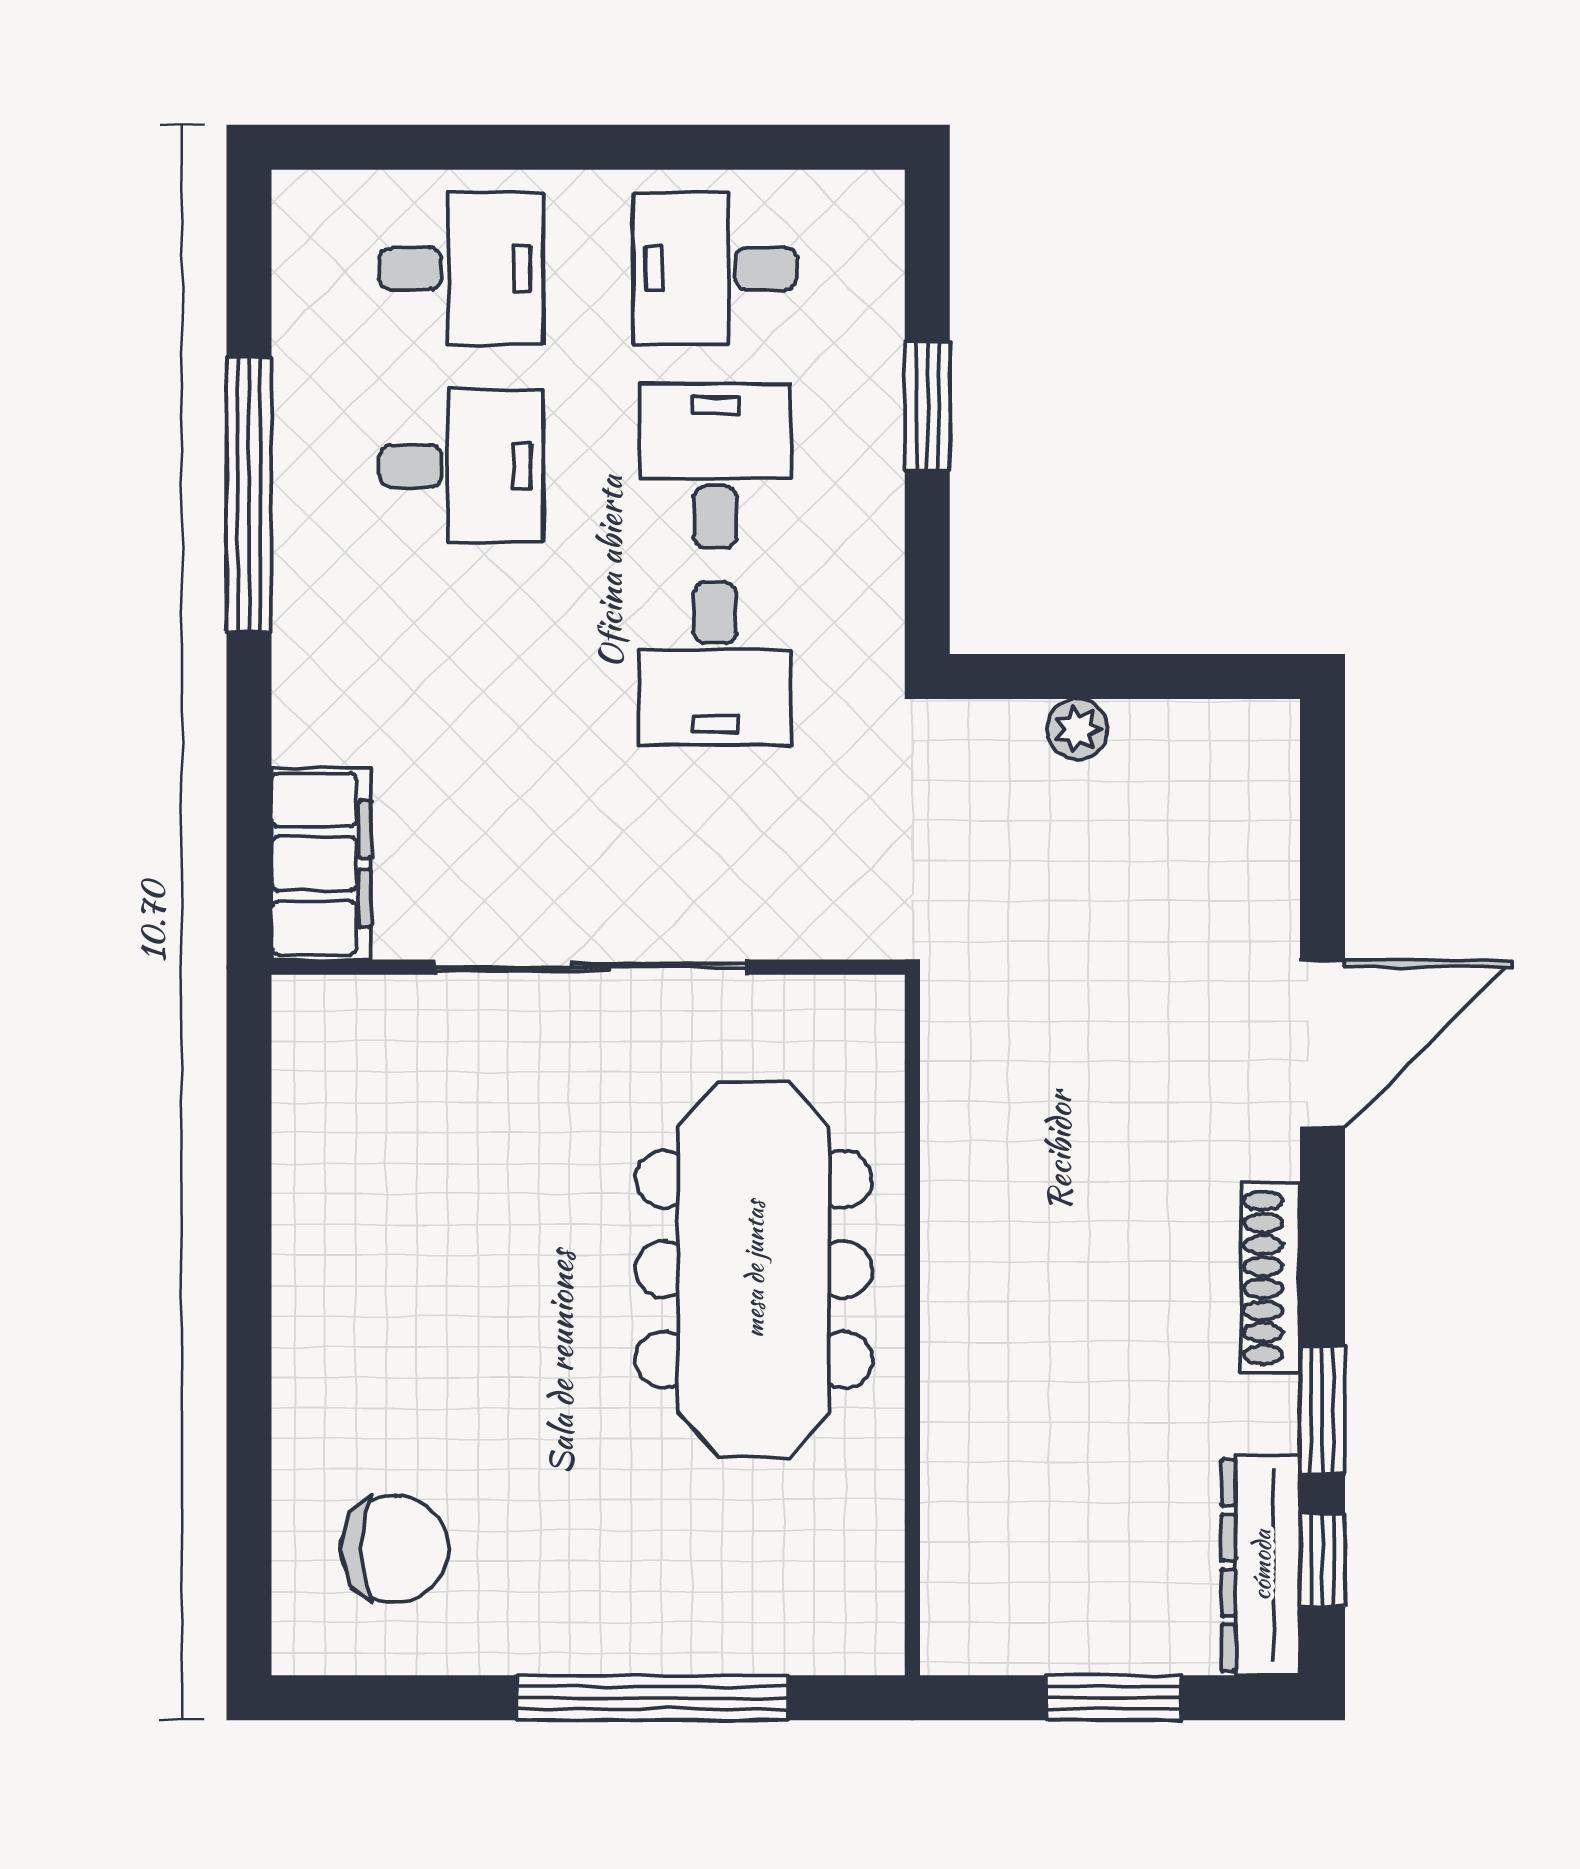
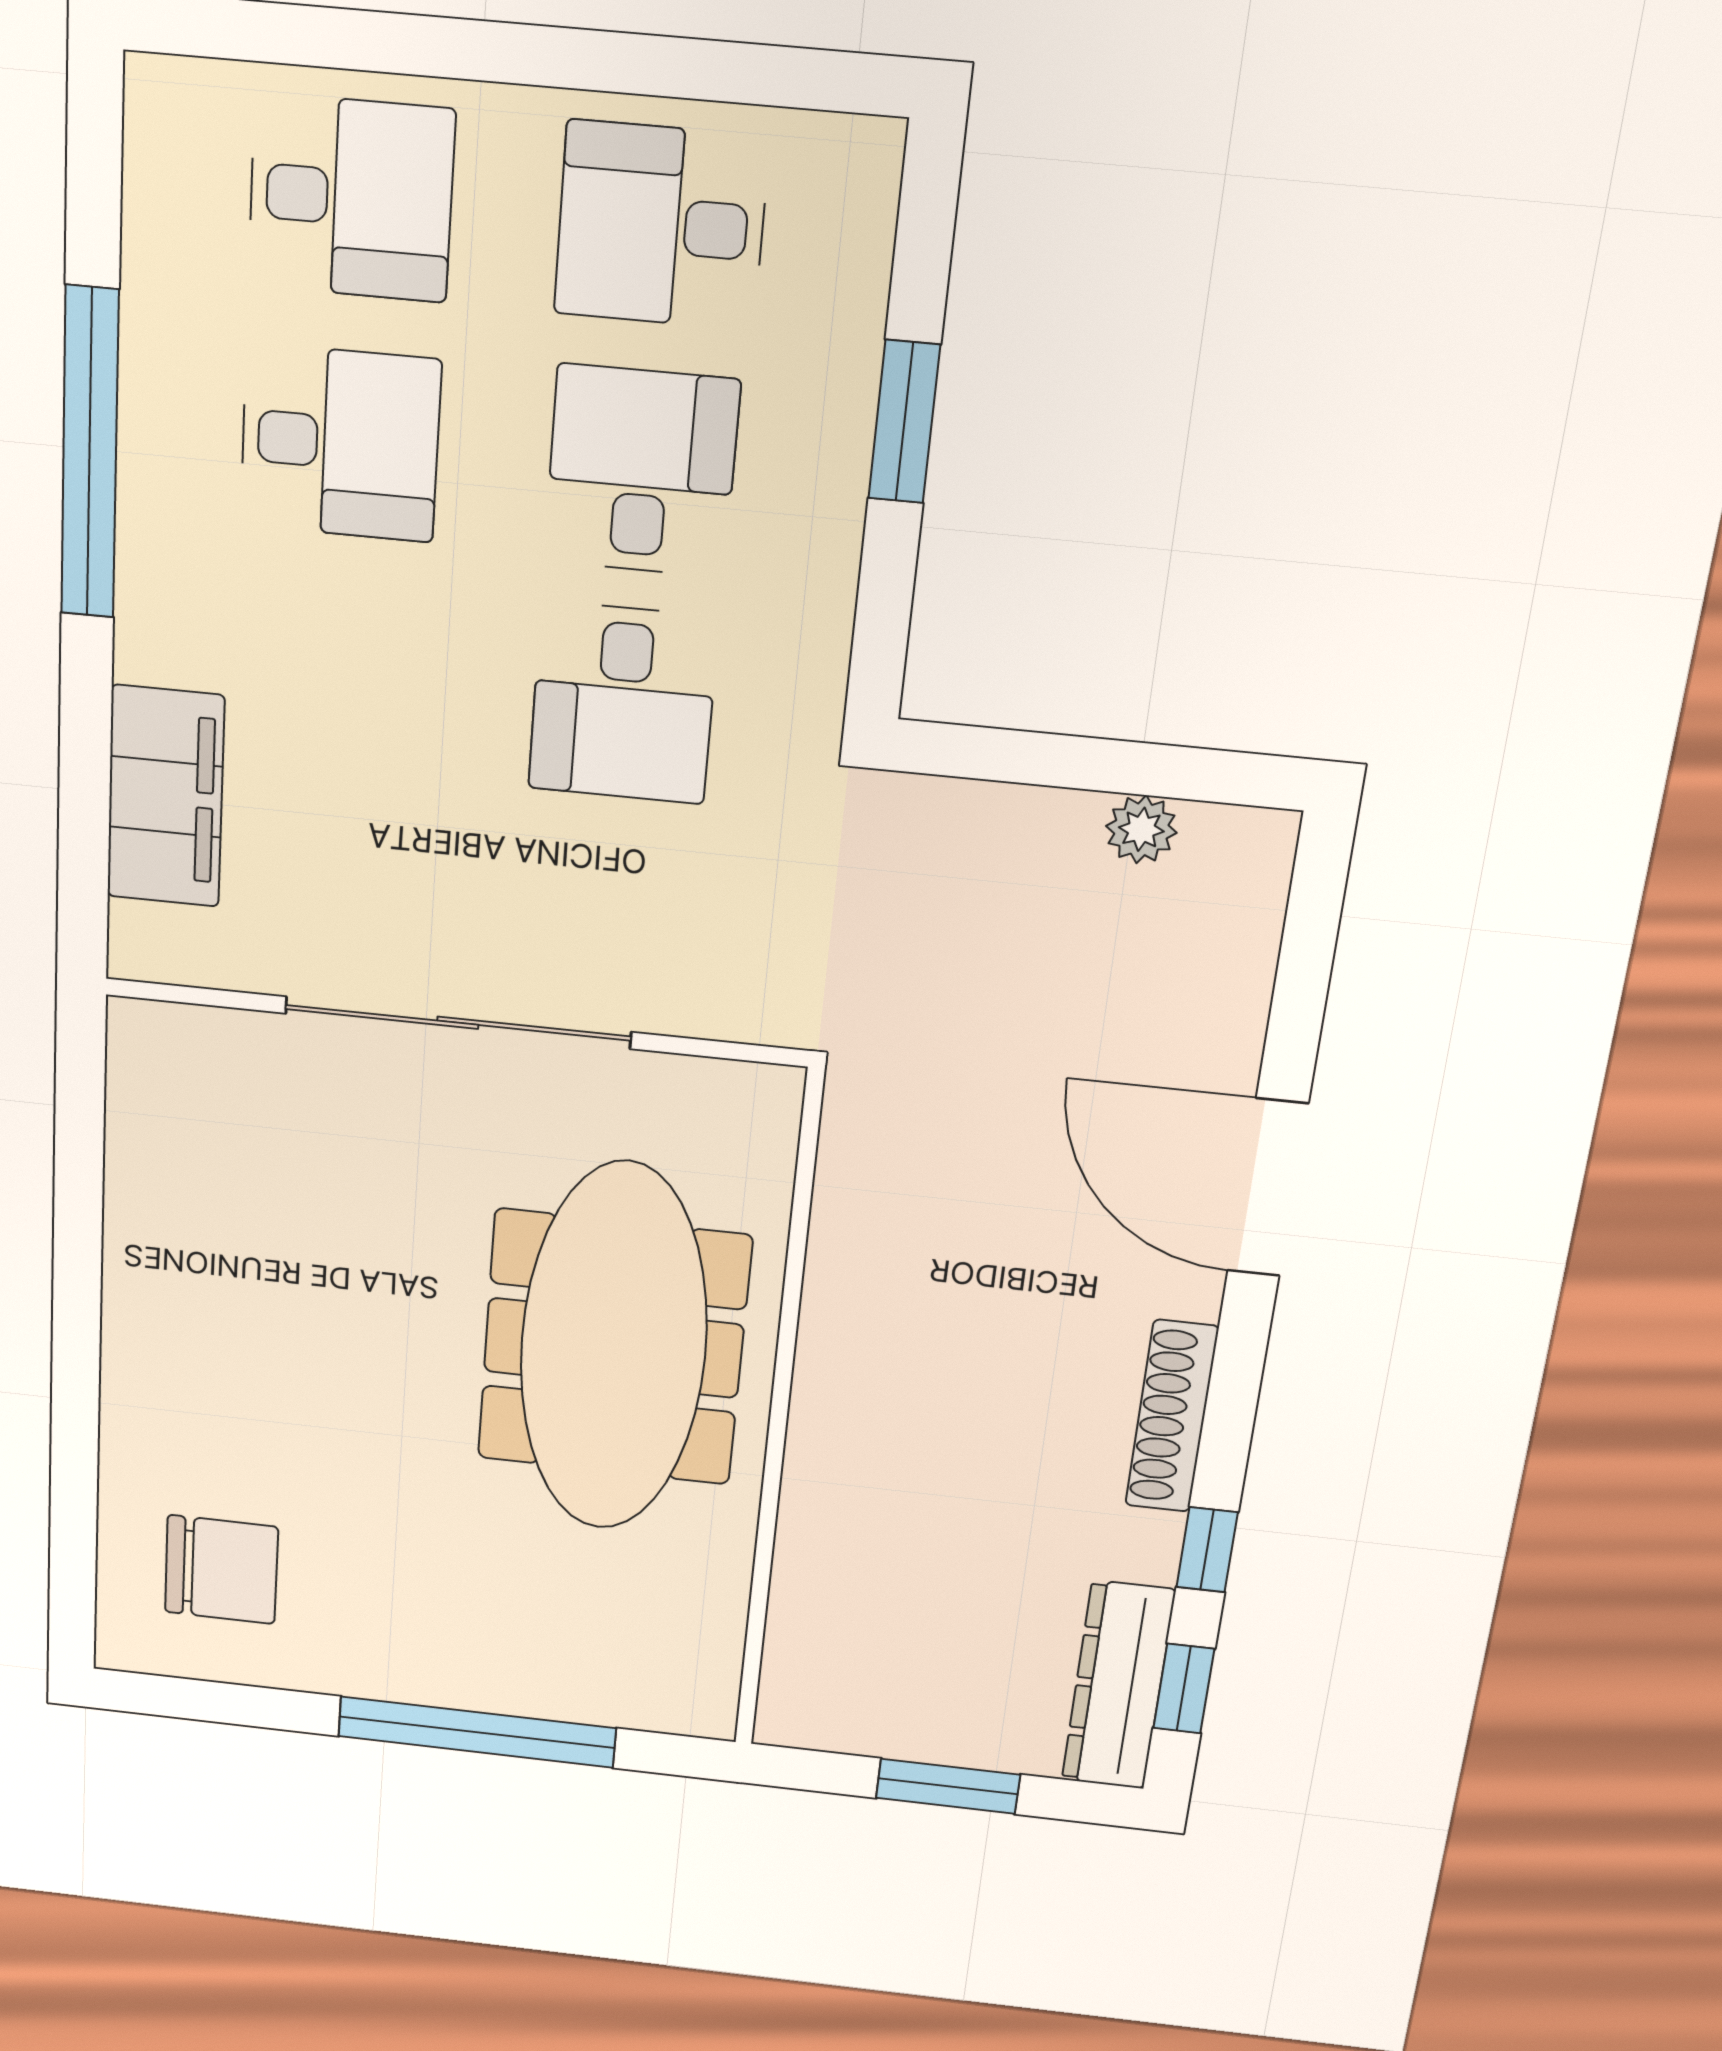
plant: (1078, 729) -> (1141, 829), moved
filing cabinet: (321, 864) -> (165, 797), moved
door: (1322, 1044) -> (1268, 1188), swing flipped
window: (1322, 1410) -> (1207, 1550), width x0.67

